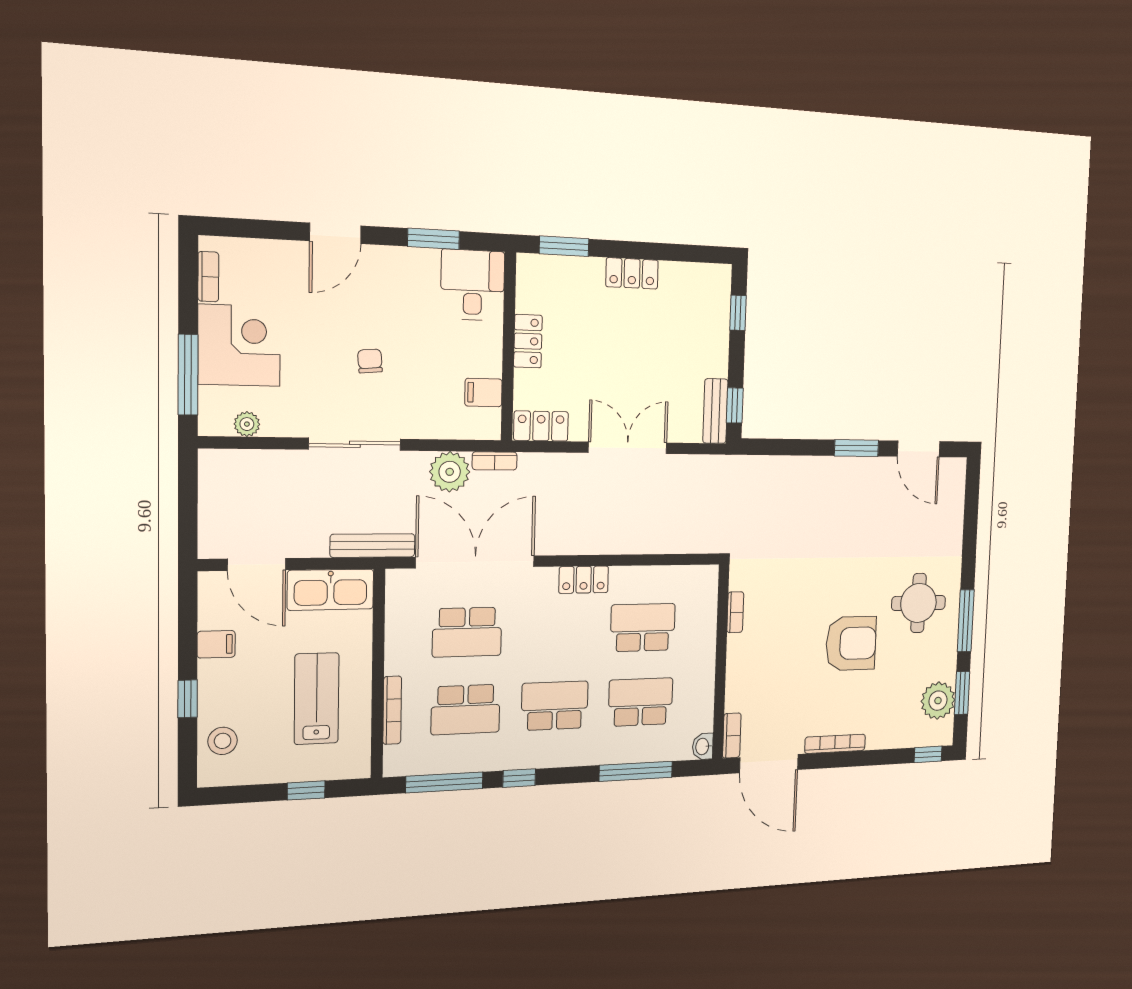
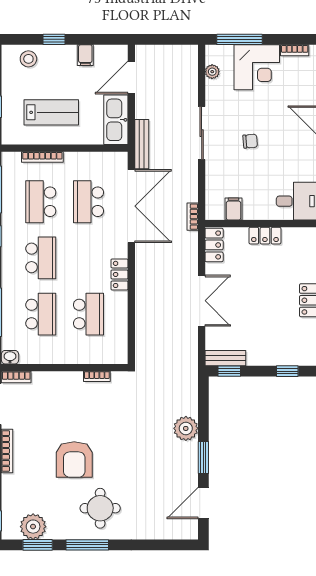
plant: (450, 472) -> (186, 428), moved

